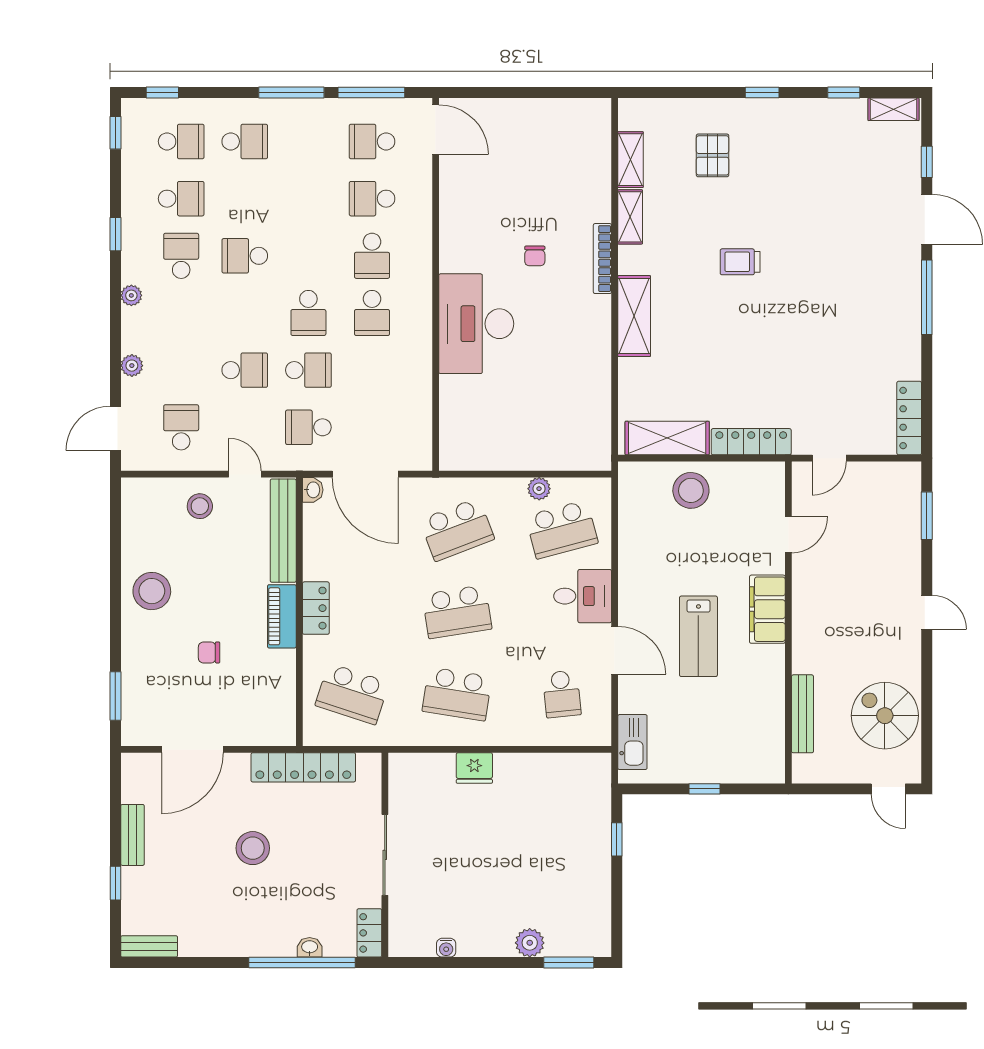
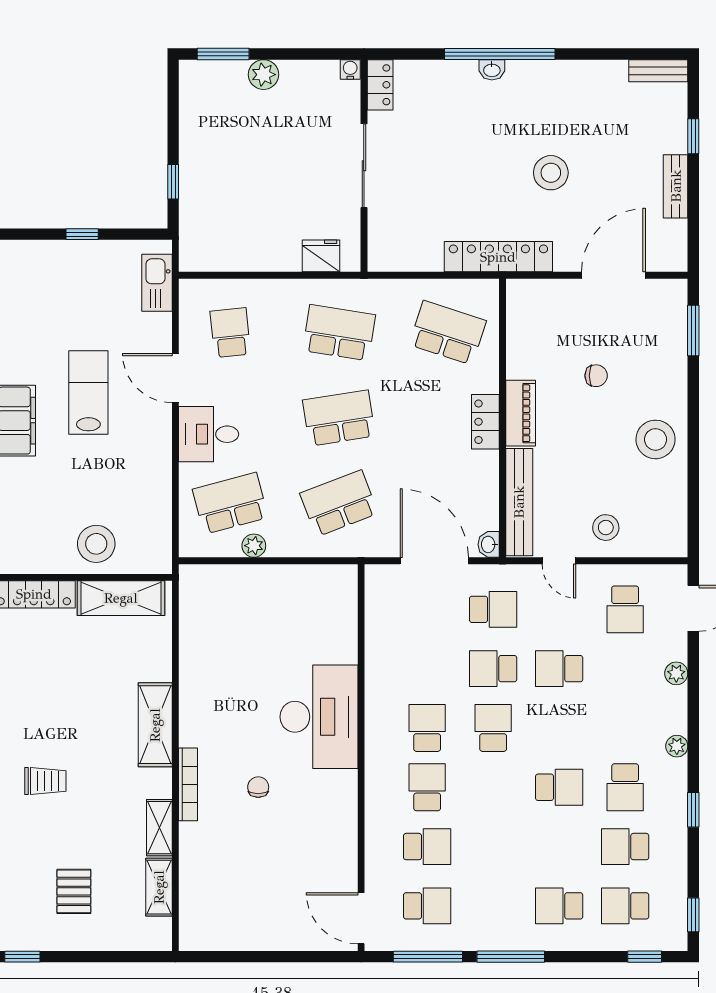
sliding door: (385, 855) -> (364, 166), moved
wall: (385, 855) -> (364, 166), moved
locker: (369, 933) -> (380, 85), moved

